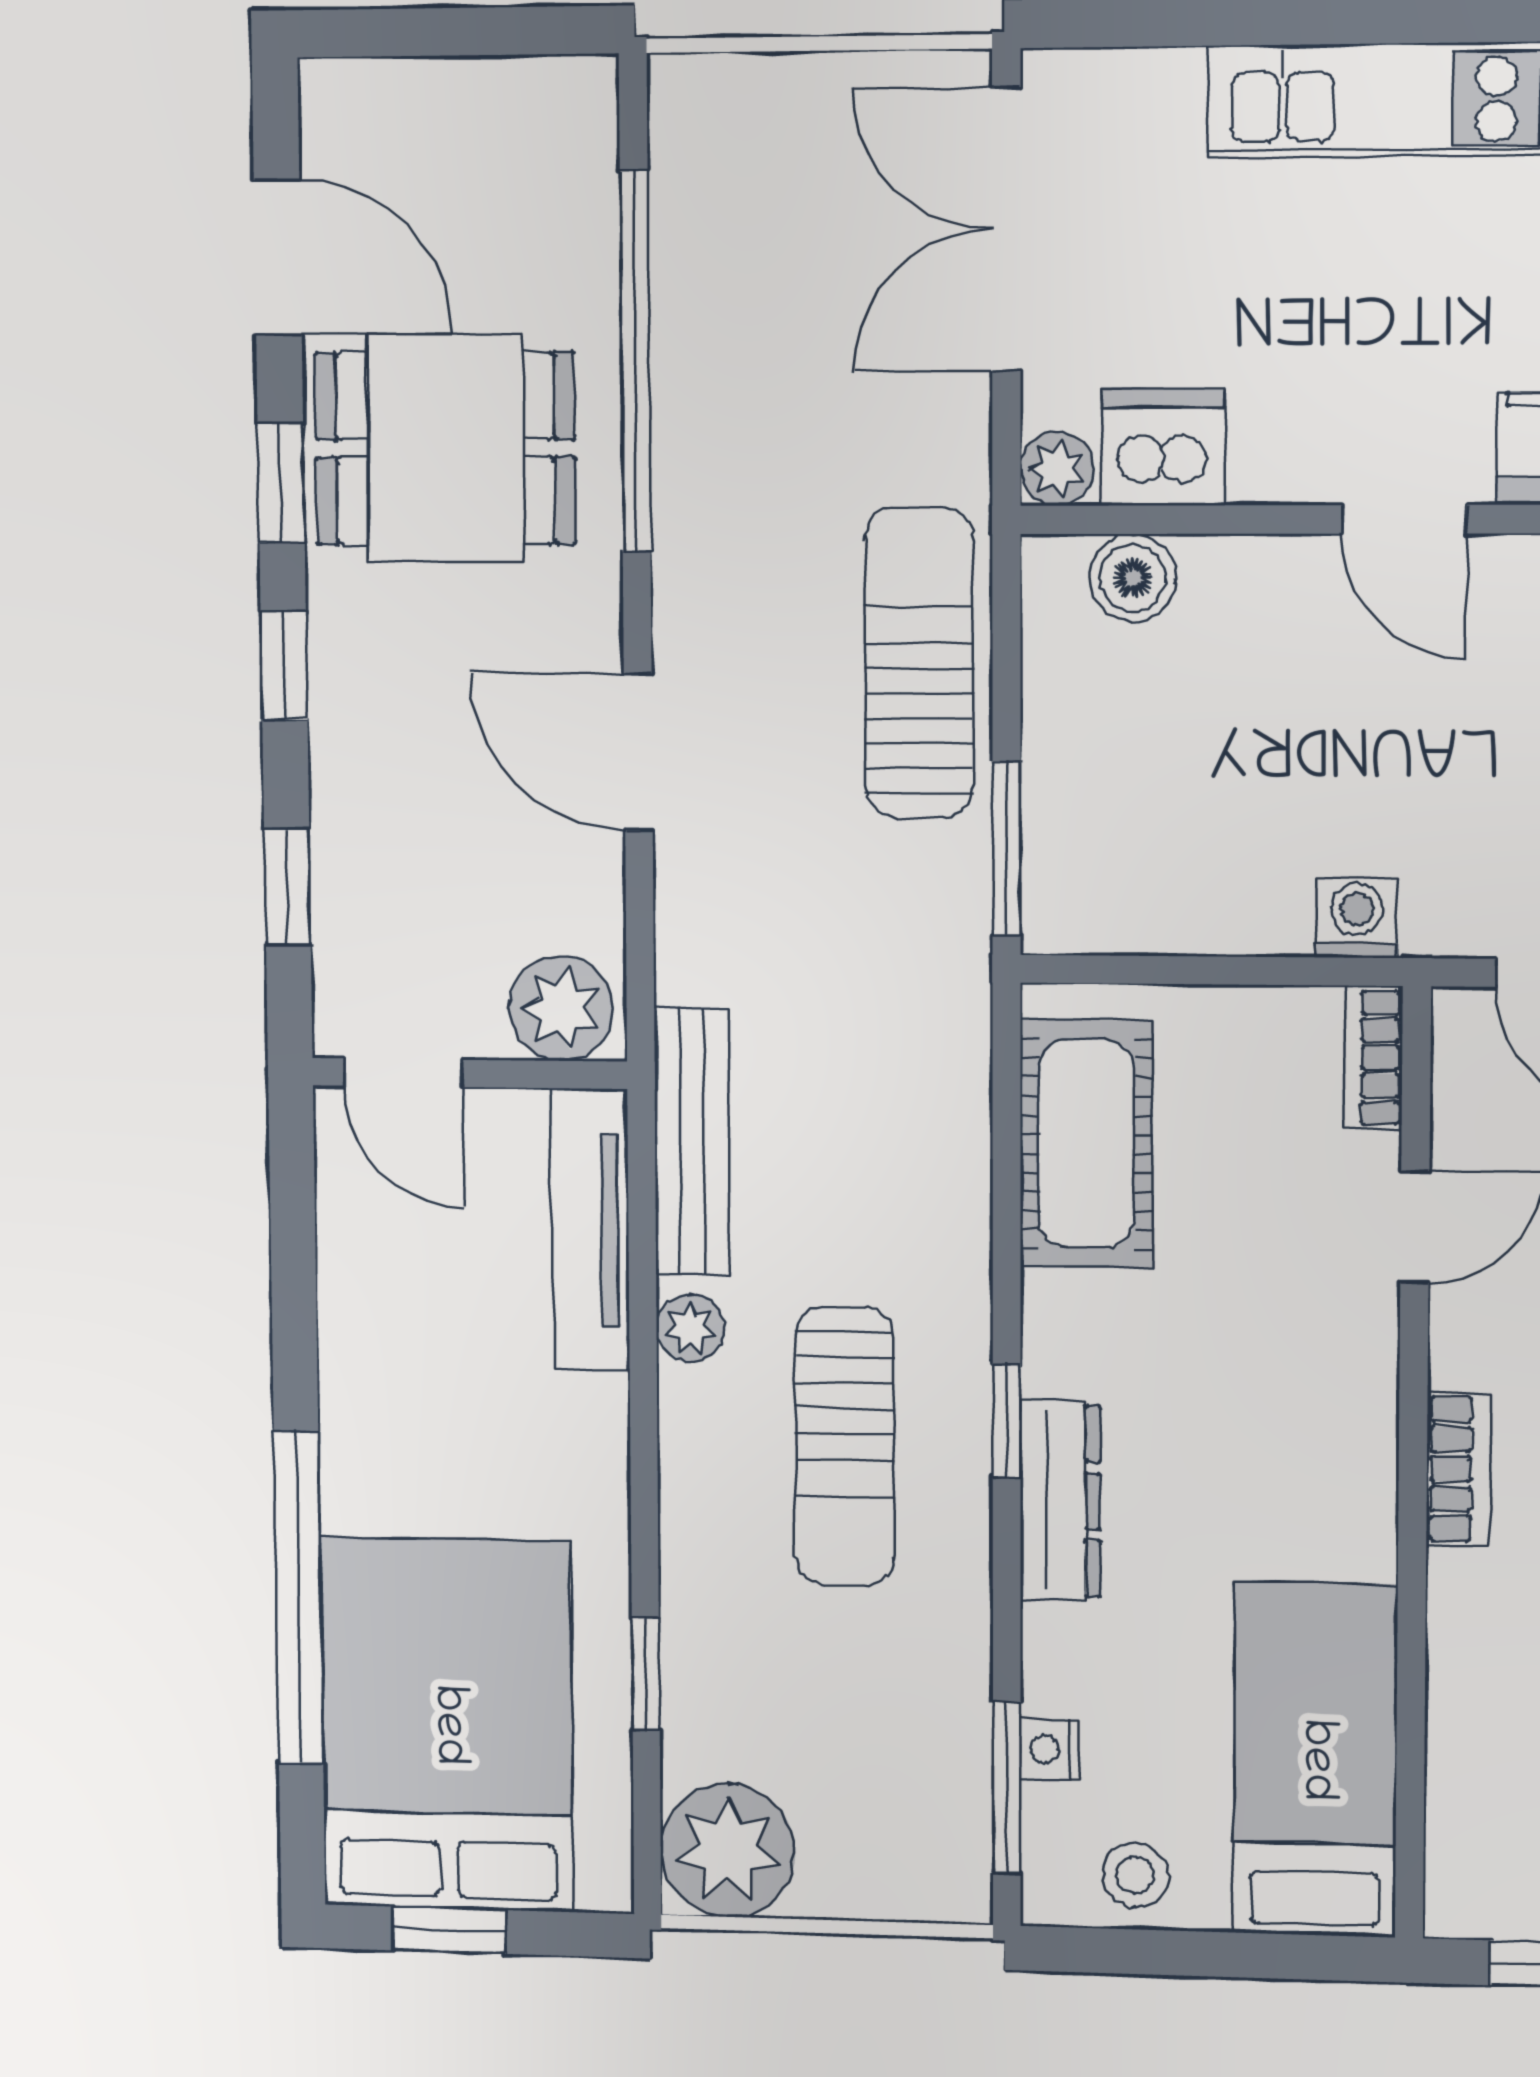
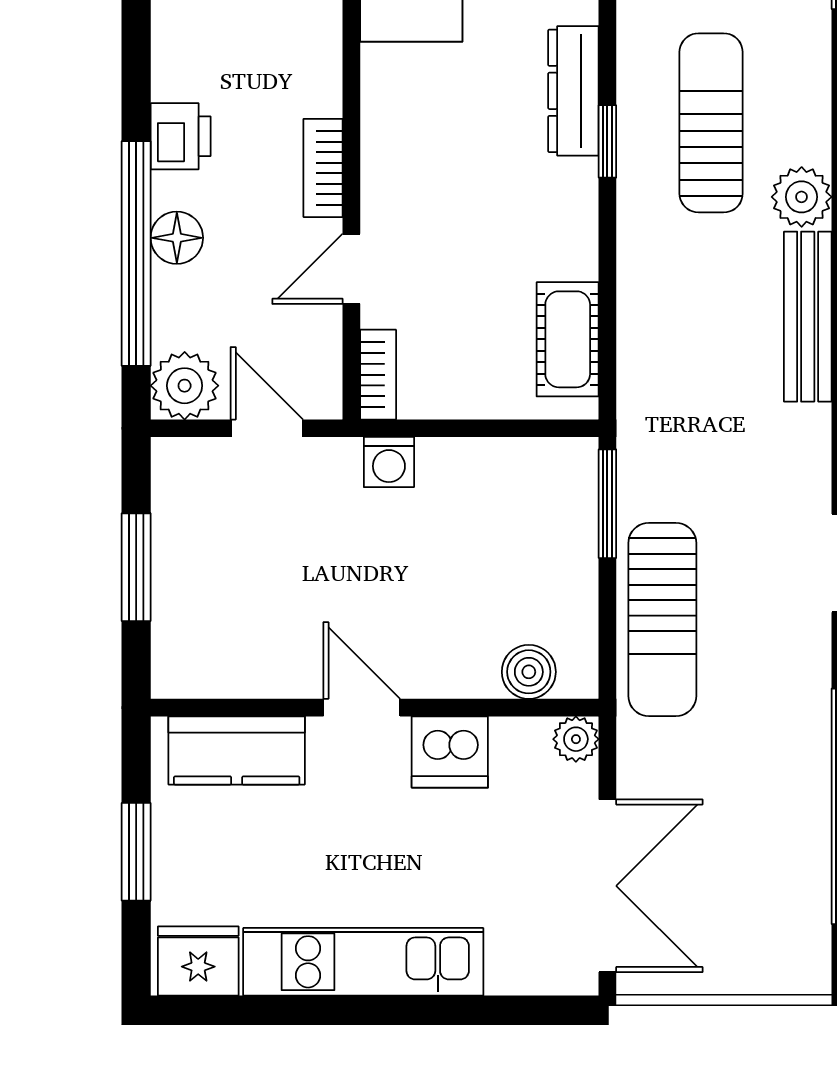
dishwasher: (1163, 447) -> (450, 752), moved
cot: (1086, 1144) -> (568, 339), width x0.73, depth x0.75
plant: (690, 1328) -> (802, 197), width x1.38, depth x1.38
bookcase: (1458, 1469) -> (323, 168), moved

